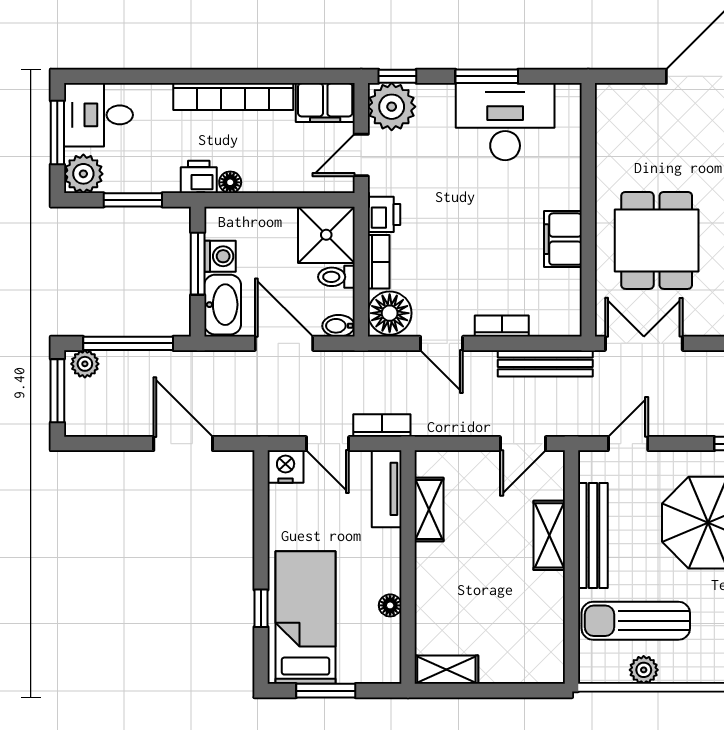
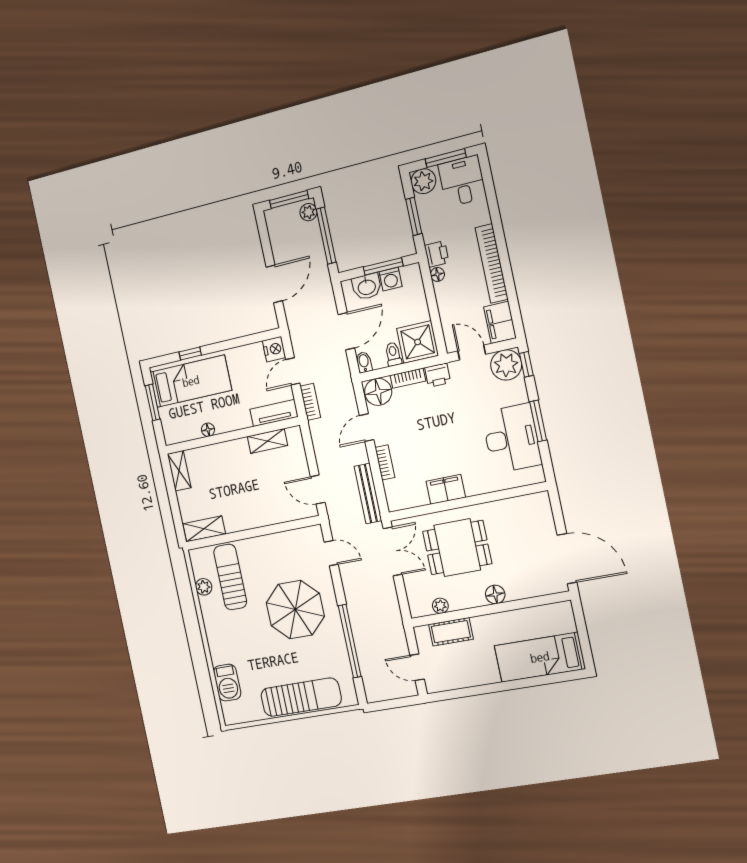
washbasin: (223, 305) -> (367, 287), width x0.72
shelving: (549, 535) -> (204, 529), moved
bench: (593, 535) -> (273, 542), removed

